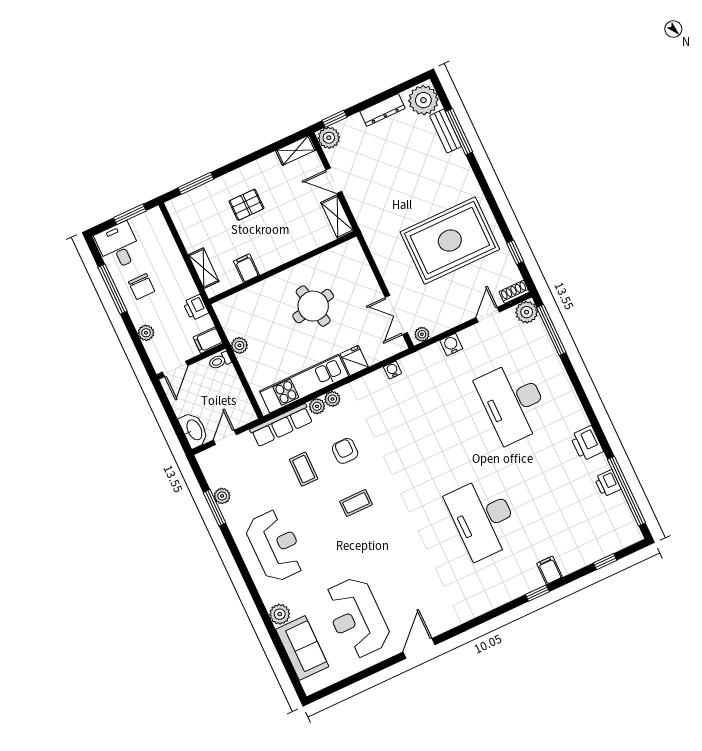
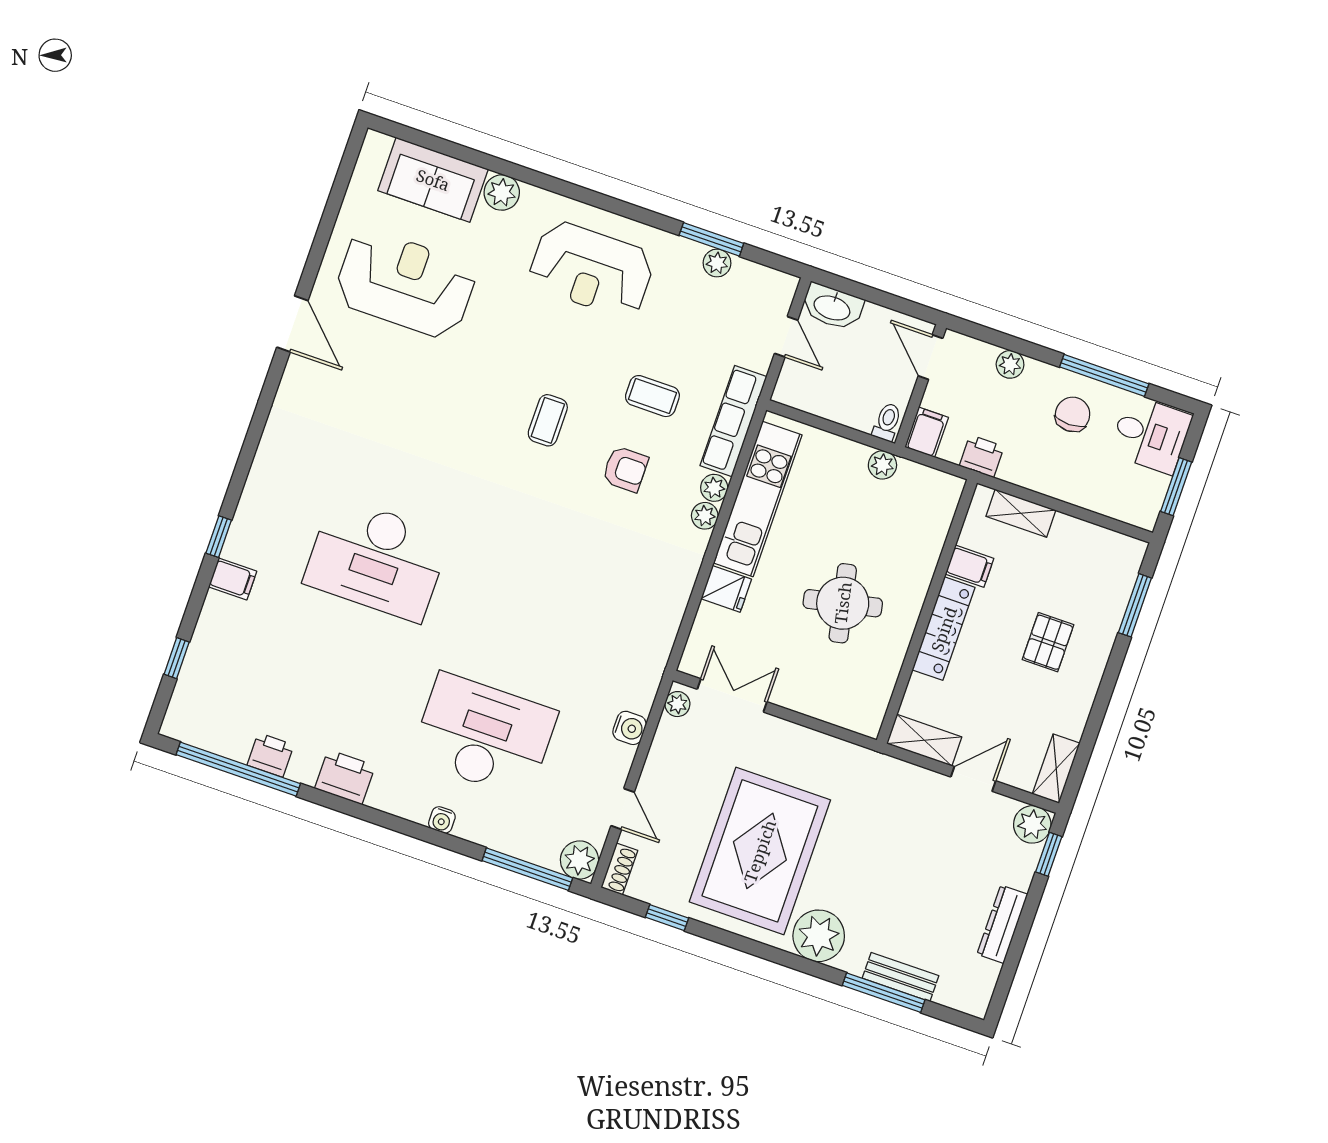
plant: (423, 100) -> (819, 936), moved
locker: (283, 254) -> (944, 629), added
chair: (142, 287) -> (1073, 414), turned 90
water cooler: (393, 370) -> (442, 820), moved, turned 90
desk: (483, 518) -> (377, 559), turned 180

